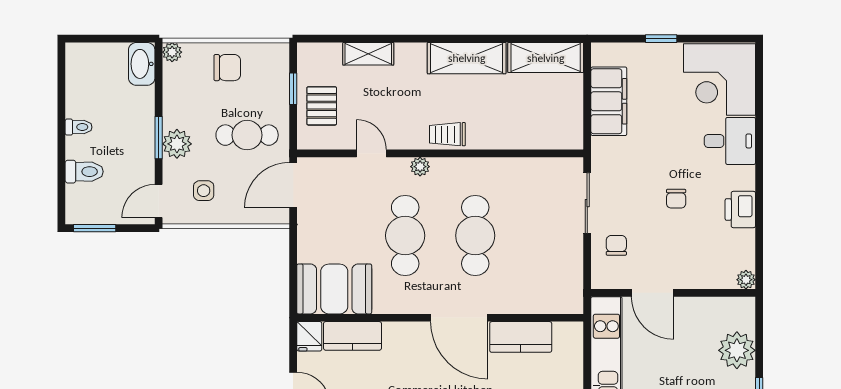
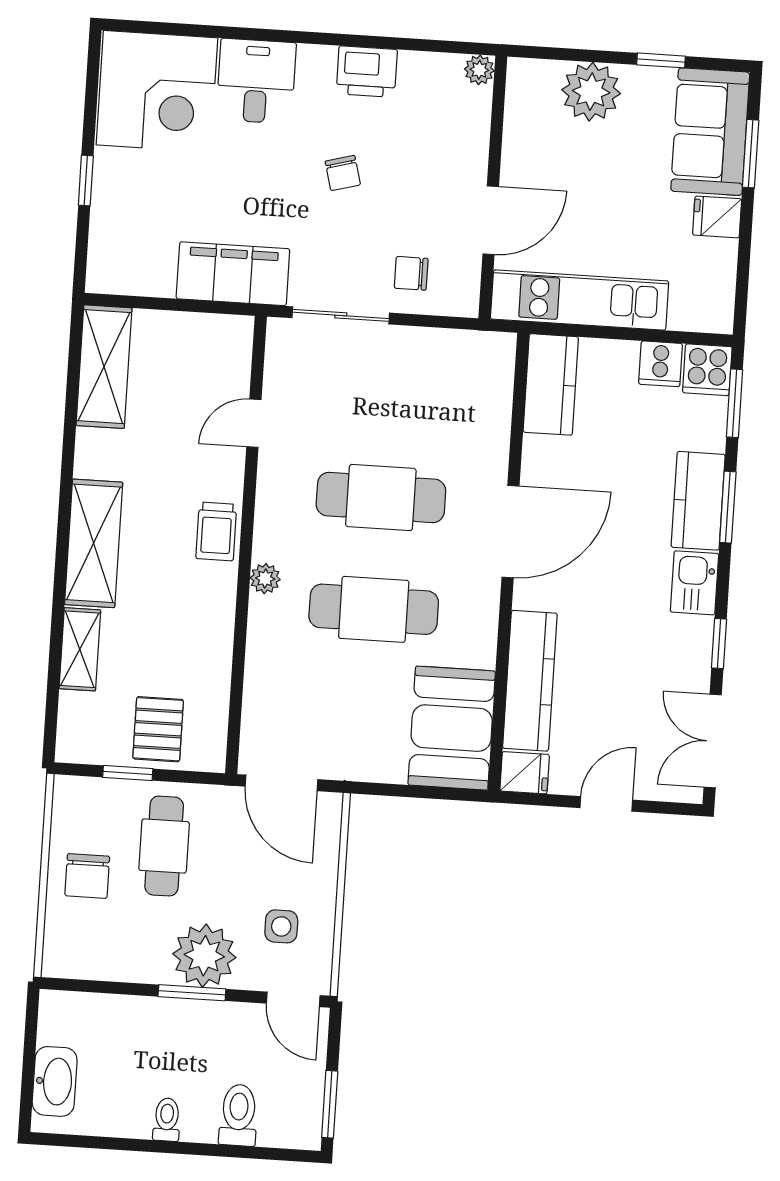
plant: (172, 52) -> (57, 962), removed
shelving: (467, 58) -> (94, 543), moved
washbasin: (142, 64) -> (55, 1081), moved, turned -90
chair: (227, 68) -> (87, 876), turned 180
filing cabinet: (609, 101) -> (233, 274), moved
pallet: (322, 106) -> (158, 729), turned 90
cafe table: (247, 135) -> (164, 846), moved
plant: (177, 144) -> (204, 956), width x1.36, depth x1.36
door: (371, 153) -> (254, 423), moved
chair: (676, 199) -> (343, 173), turned 75
kitchen counter: (353, 336) -> (530, 681), width x1.50
kitchen counter: (521, 337) -> (551, 384), moved

